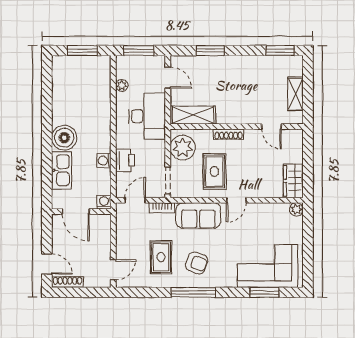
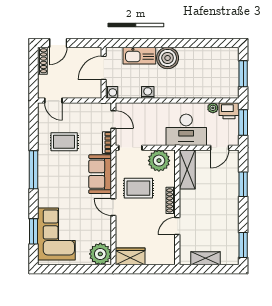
door: (271, 127) -> (177, 226), moved
printer: (125, 160) -> (229, 111), moved
plant: (296, 209) -> (100, 254), width x1.88, depth x1.88
armchair: (197, 263) -> (59, 173), removed

